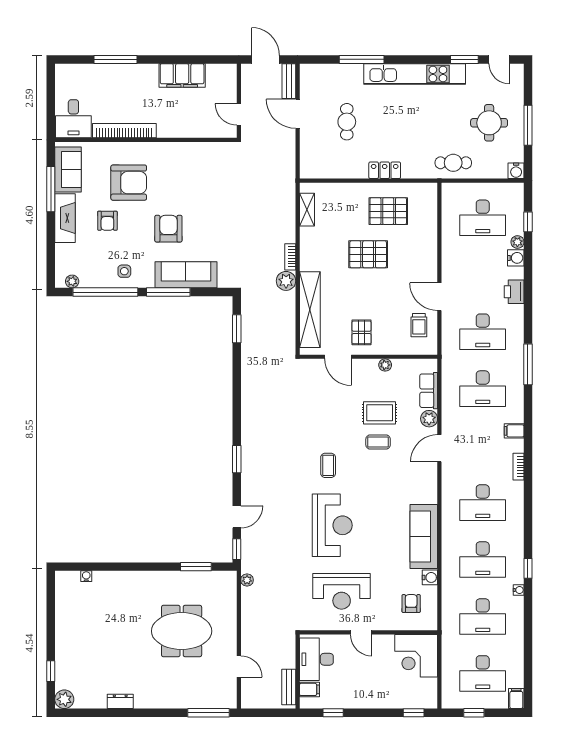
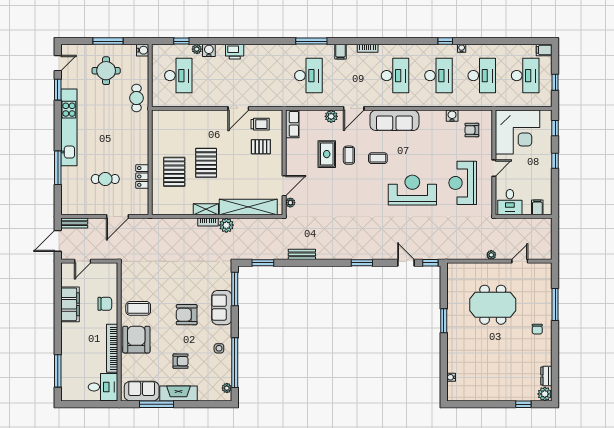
window: (116, 59) -> (58, 371), moved
door: (239, 114) -> (83, 261), moved
door: (298, 114) -> (117, 216), moved
chair: (183, 121) -> (105, 304), added
coffee table: (177, 165) -> (138, 308), added
locker: (385, 170) -> (142, 176), moved
armchair: (129, 183) -> (136, 340), moved
shelving: (307, 210) -> (206, 209), moved
pallet: (388, 211) -> (174, 172), moved
sofa: (186, 275) -> (222, 308), width x0.73
window: (168, 292) -> (235, 289), moved
pallet: (362, 332) -> (261, 147), moved
desk: (483, 332) -> (265, 76), removed
window: (528, 364) -> (311, 41), moved
plant: (385, 365) -> (290, 203), moved
row of seats: (429, 391) -> (292, 124), moved, turned -90
door: (439, 448) -> (354, 108), hinge flipped
coffee table: (328, 465) -> (378, 158), moved
sofa: (424, 537) -> (394, 120), moved
window: (196, 567) -> (444, 321), moved
plant: (247, 580) -> (491, 255), moved
reception desk: (342, 591) -> (463, 183), turned 180
meeting table: (182, 631) -> (493, 305), turned 90
corner desk: (416, 656) -> (517, 132), width x1.36, depth x1.36
desk: (316, 659) -> (510, 202), width x0.73
bench: (289, 687) -> (302, 254), moved
chair: (150, 689) -> (537, 329), added
dresser: (120, 701) -> (546, 376), moved
window: (208, 713) -> (555, 305), moved
window: (333, 713) -> (555, 161), moved

